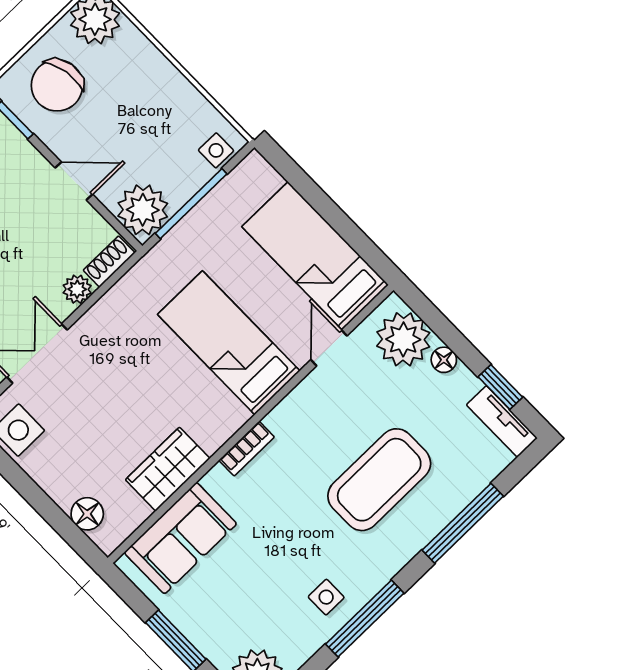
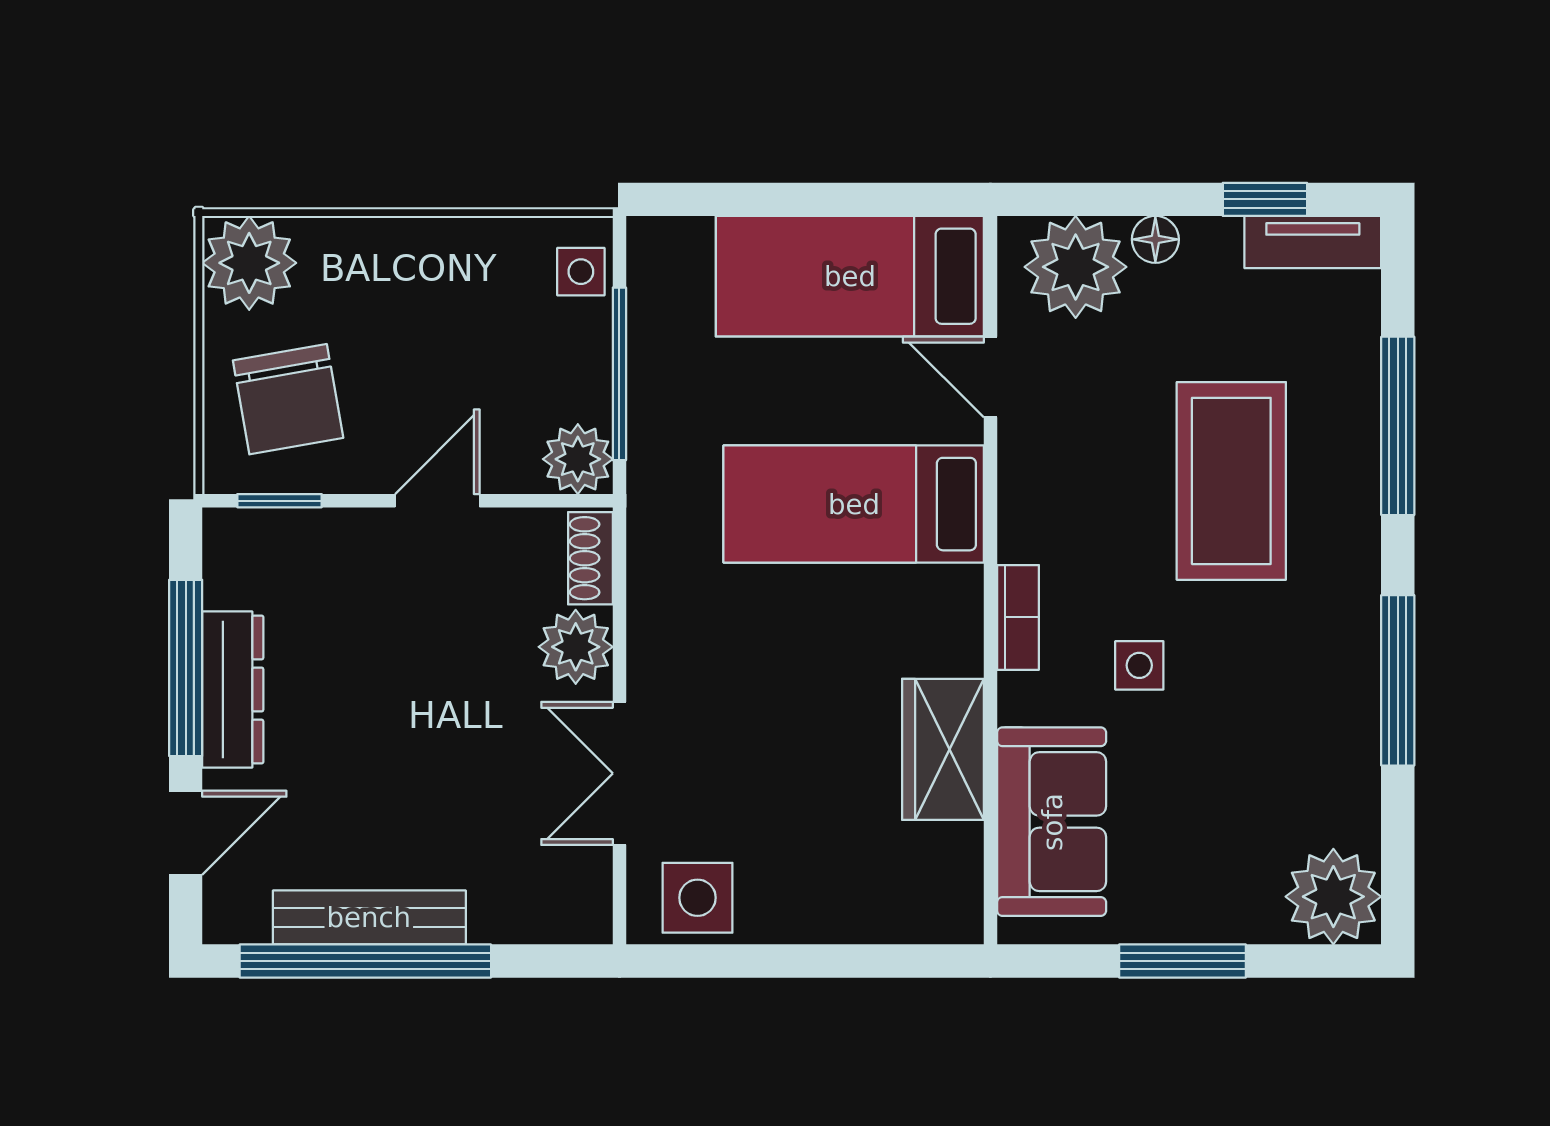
plant: (143, 210) -> (578, 459), width x0.73, depth x0.73
plant: (77, 289) -> (576, 647), width x1.38, depth x1.38
floor lamp: (87, 514) -> (898, 915), removed
side table: (326, 597) -> (1139, 665), moved

